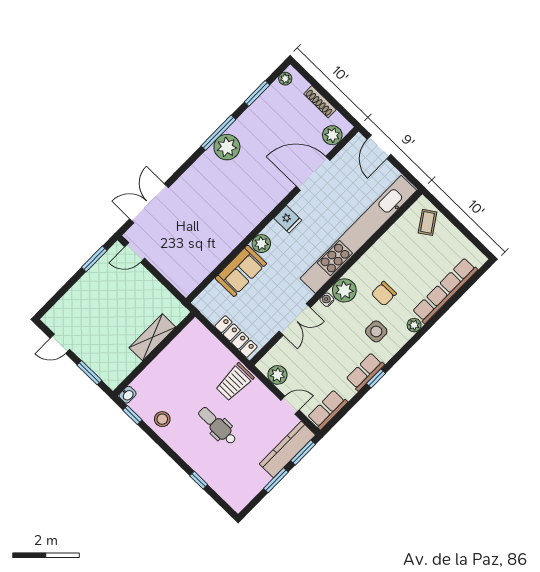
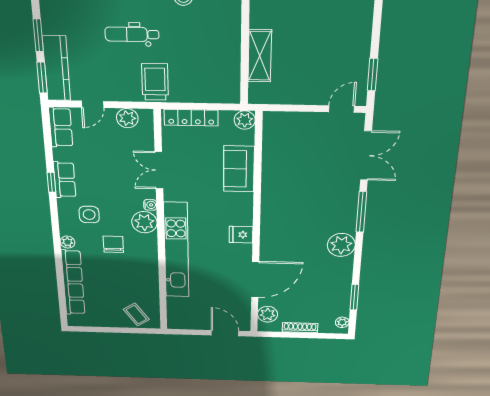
window: (218, 133) -> (361, 212), moved
kitchen unit: (358, 234) -> (176, 250), width x0.73
plant: (261, 244) -> (245, 120), moved
dental chair: (217, 426) -> (132, 34), turned 180

